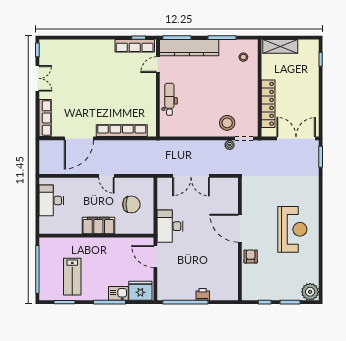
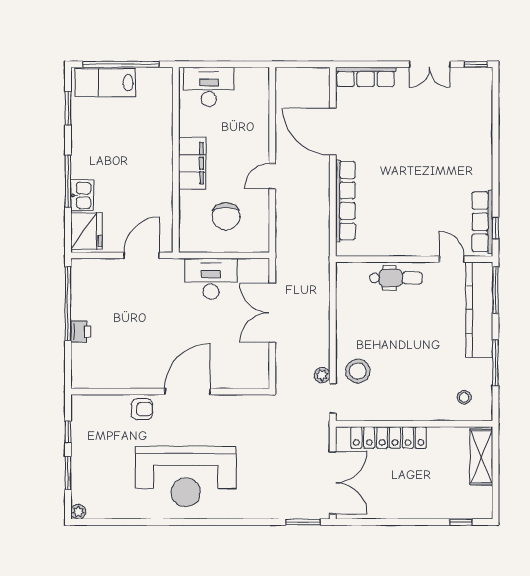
desk: (51, 200) -> (209, 87), moved
desk: (170, 226) -> (211, 279), moved
reception desk: (292, 229) -> (186, 477), width x1.36, depth x1.30
lab bench: (72, 277) -> (105, 83), moved
plant: (310, 292) -> (78, 512), width x0.53, depth x0.53

